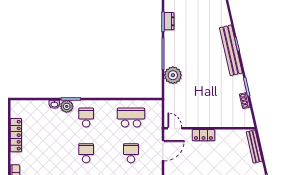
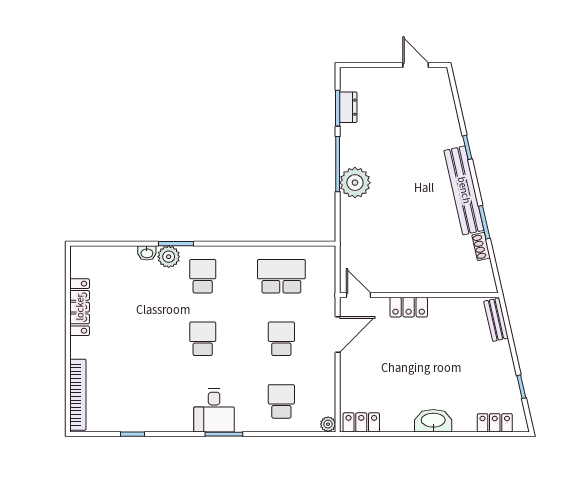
bench: (231, 50) -> (464, 190), moved
plant: (173, 75) -> (355, 183), moved
bench: (254, 146) -> (496, 320), width x0.73

